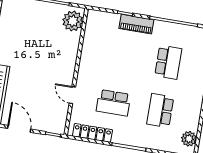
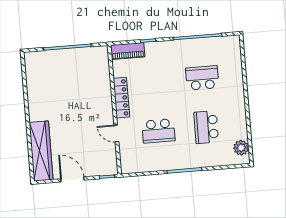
plant: (73, 21) -> (99, 61), removed
piano: (136, 24) -> (128, 51), moved
school desk: (168, 62) -> (202, 78), turned -90
locker: (92, 133) -> (121, 98), moved, turned 90

